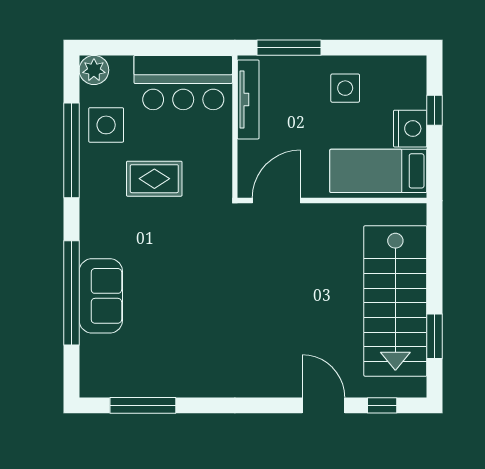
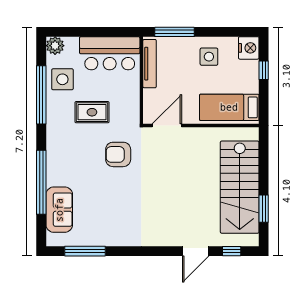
nightstand: (410, 129) -> (249, 48), moved
armchair: (197, 248) -> (118, 154), added
sofa: (101, 296) -> (59, 210), moved
door: (323, 405) -> (196, 251), swing flipped

